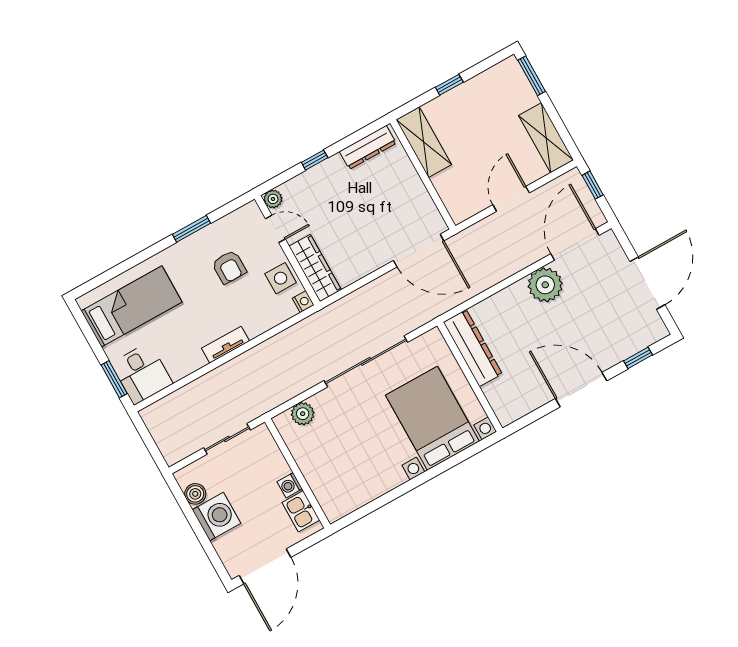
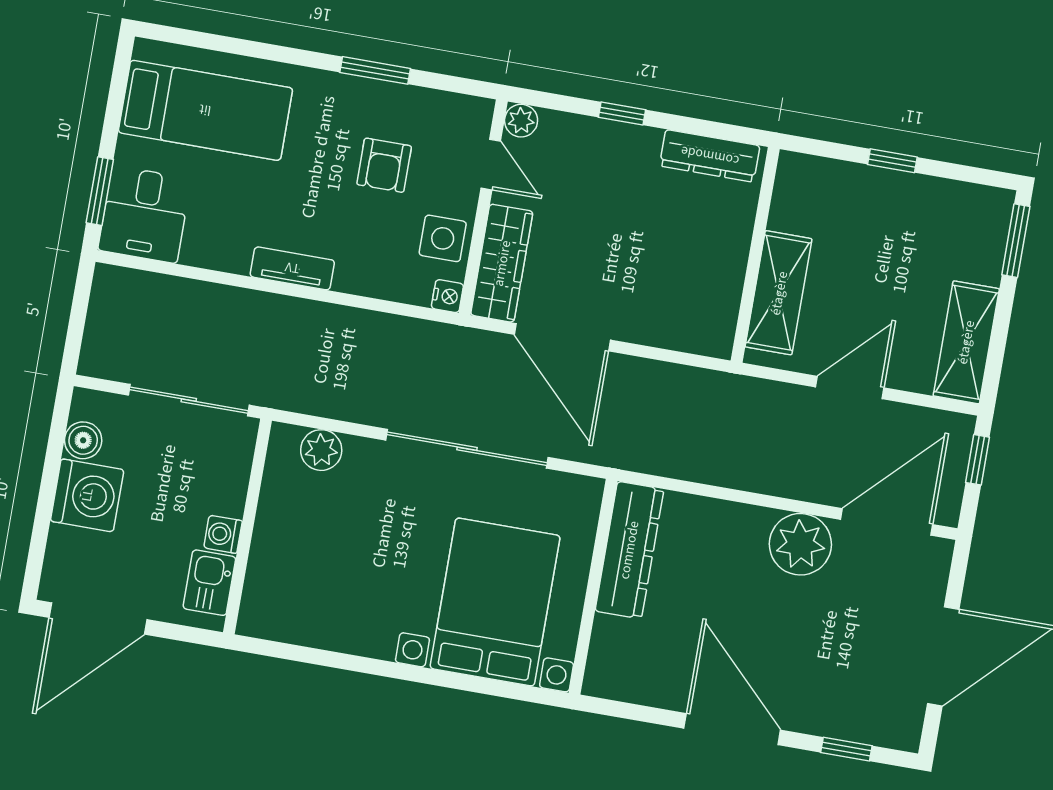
shelving: (424, 142) -> (779, 293), moved
door: (419, 251) -> (562, 337), moved
sliding door: (227, 439) -> (189, 400), width x1.37

